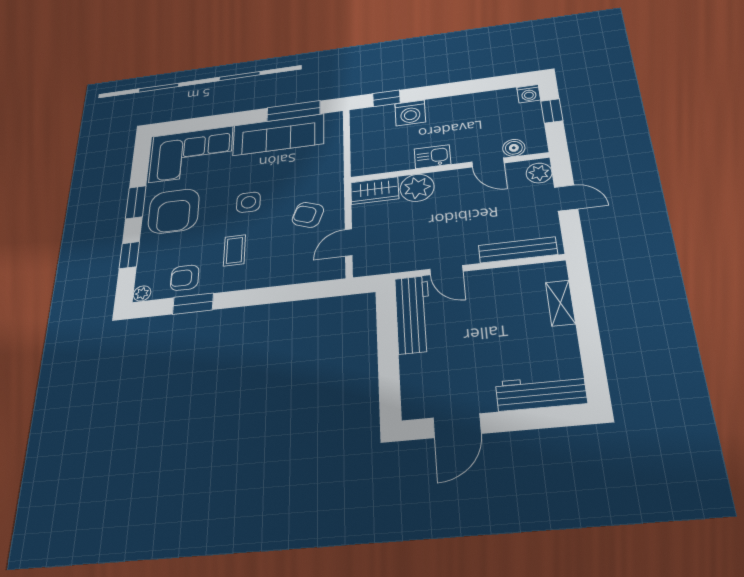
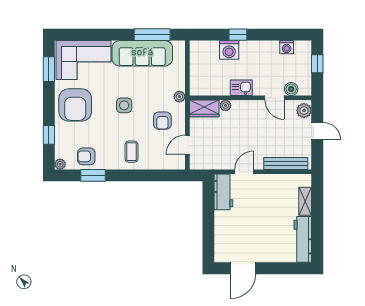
washing machine: (529, 94) -> (287, 47), moved
window: (386, 98) -> (238, 35), moved
plant: (335, 180) -> (179, 97), added
plant: (417, 188) -> (226, 105), width x0.53, depth x0.53
window: (136, 202) -> (49, 69), moved
armchair: (308, 215) -> (162, 121), turned -110
coffee table: (235, 250) -> (132, 152), moved
door: (446, 270) -> (244, 172), swing flipped
workbench: (413, 314) -> (223, 192), width x0.73
workbench: (541, 393) -> (303, 239), moved, turned -90

